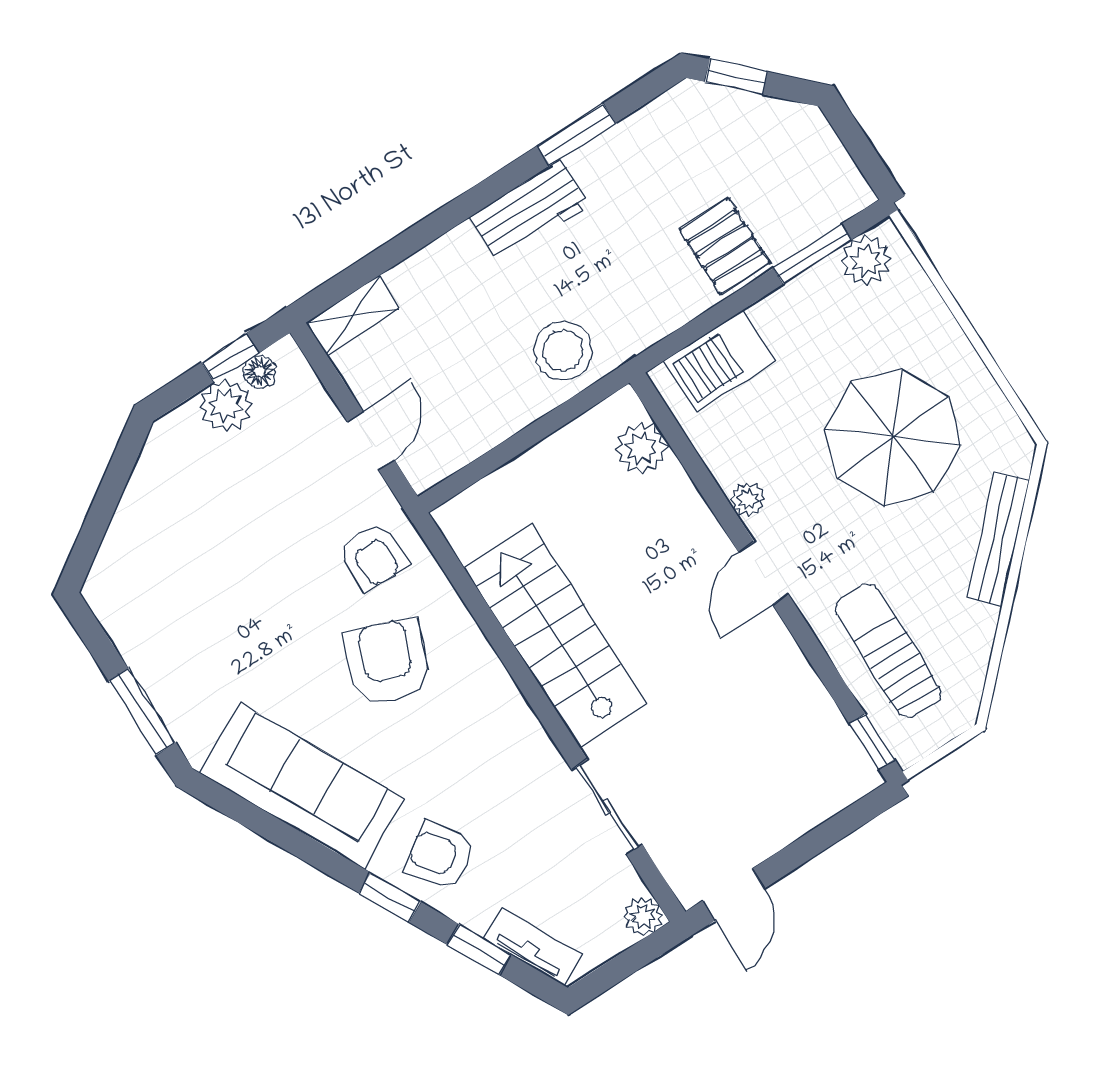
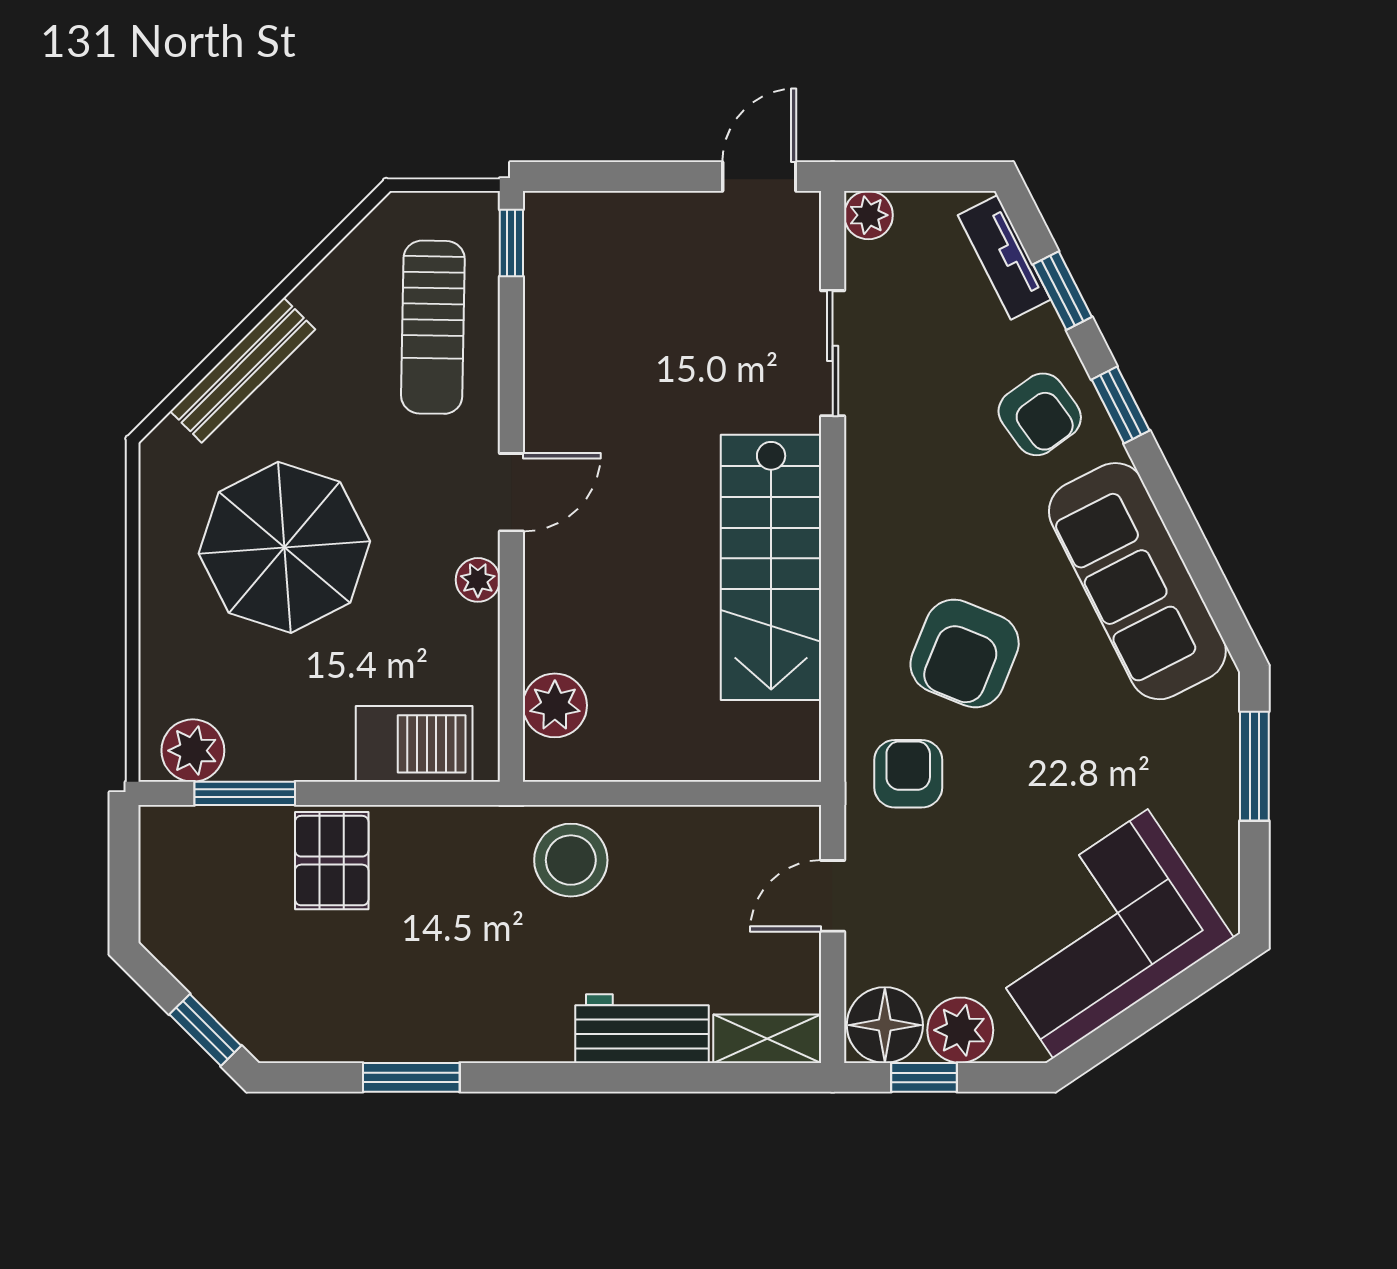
workbench: (529, 211) -> (642, 1029), moved
floor lamp: (259, 372) -> (885, 1025), width x1.89, depth x1.89
corner sofa: (173, 532) -> (1100, 934), added

